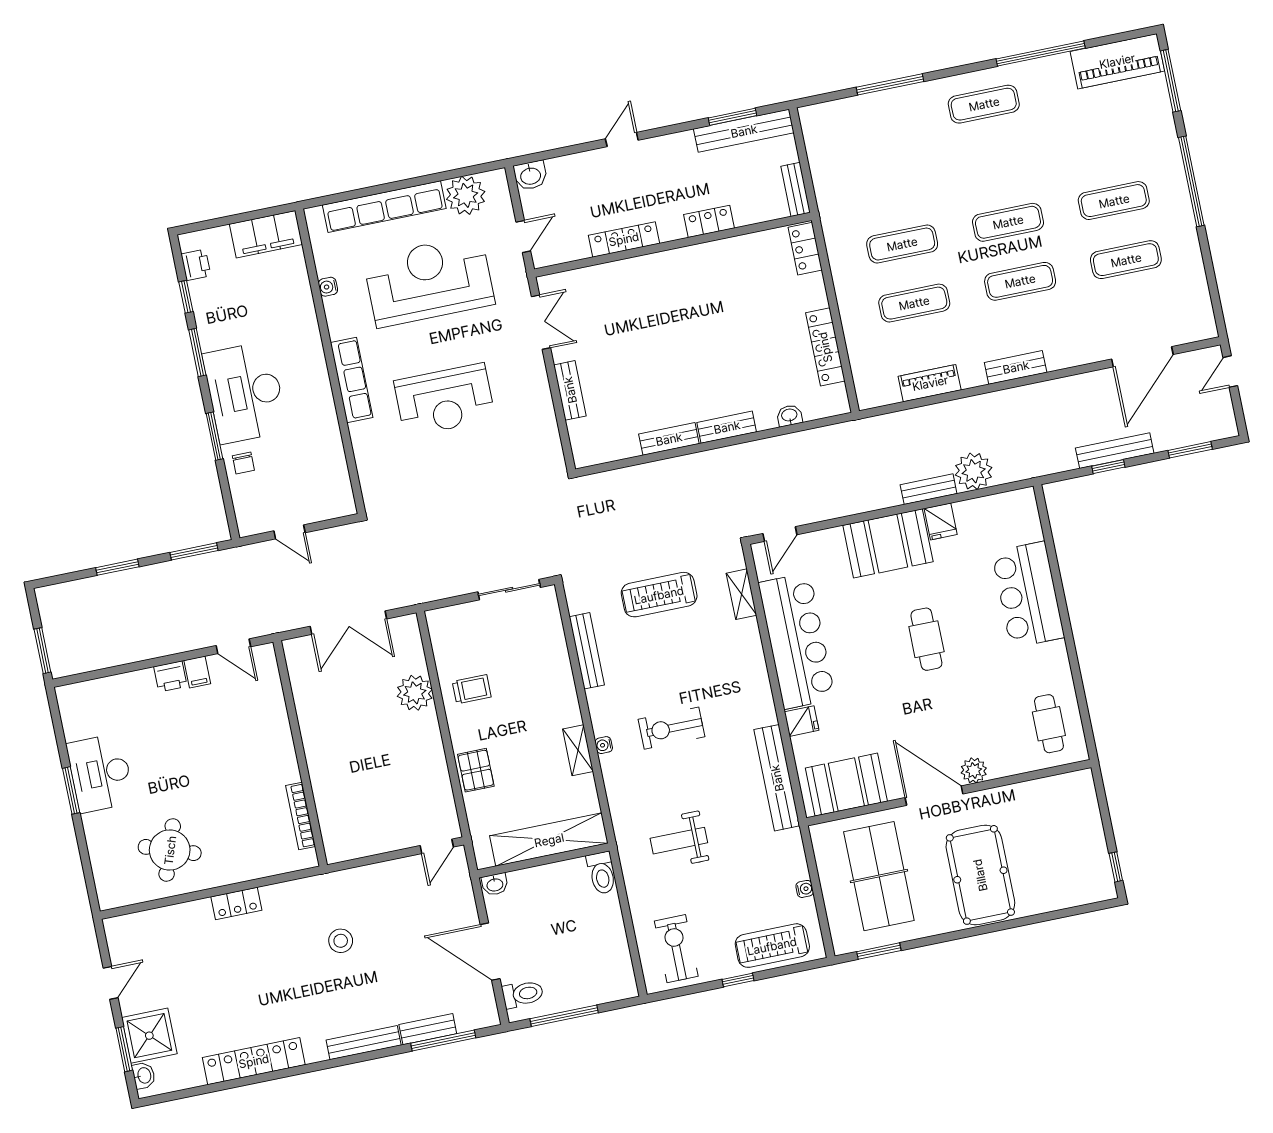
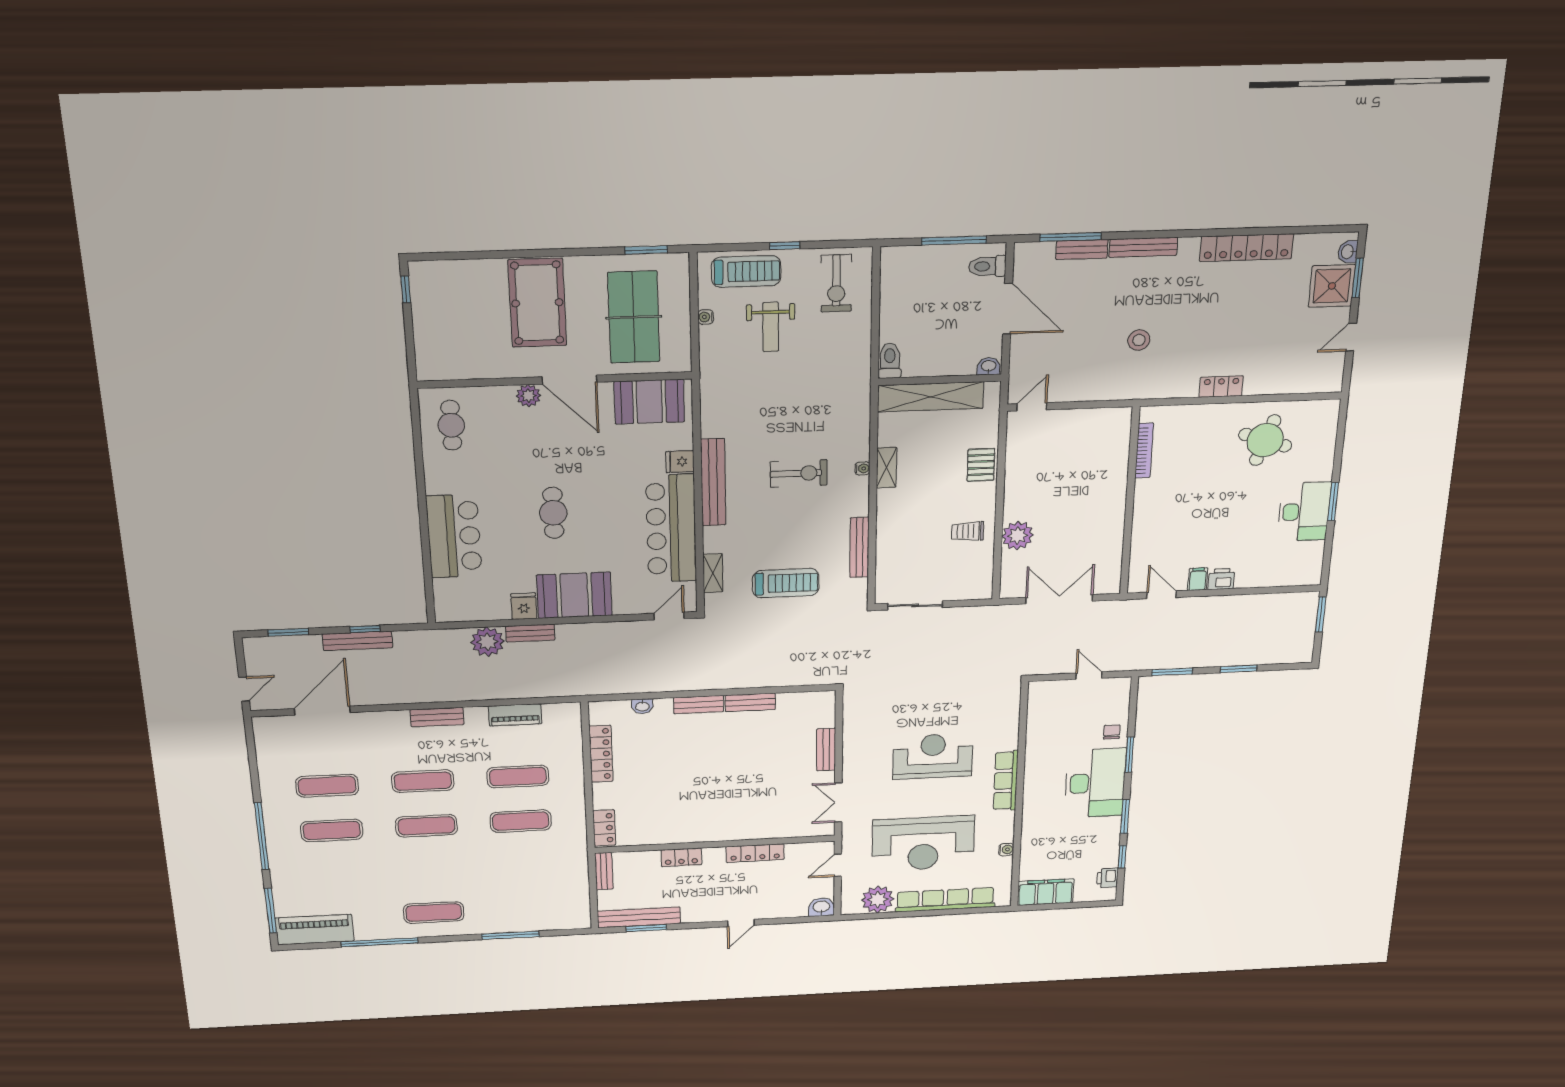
bench: (777, 778) -> (713, 482), moved
weight bench: (679, 841) -> (771, 327), moved, turned 90

